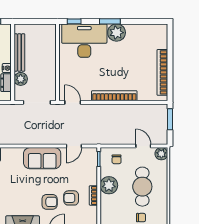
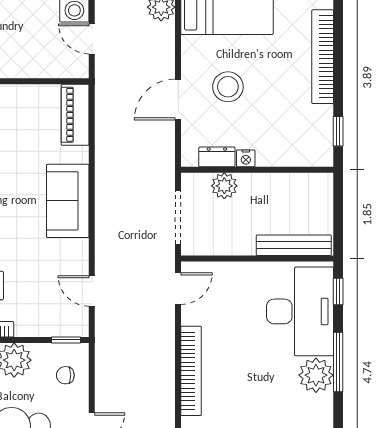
window: (110, 21) -> (338, 362), width x1.44
bench: (19, 52) -> (294, 245), moved
sofa: (42, 158) -> (68, 201), moved

